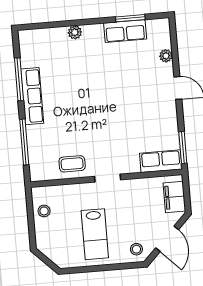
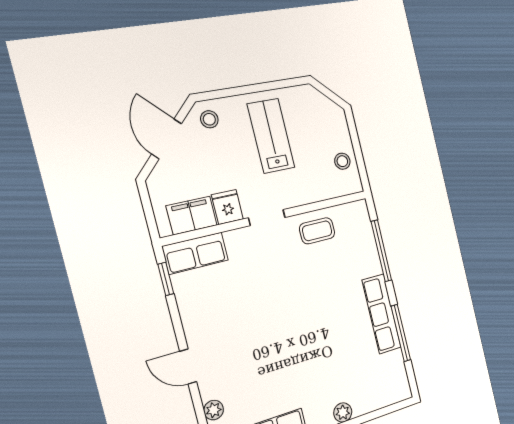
window: (183, 148) -> (166, 279), width x0.67
fridge: (134, 189) -> (227, 207), added
filing cabinet: (174, 197) -> (192, 215), moved, turned -90

